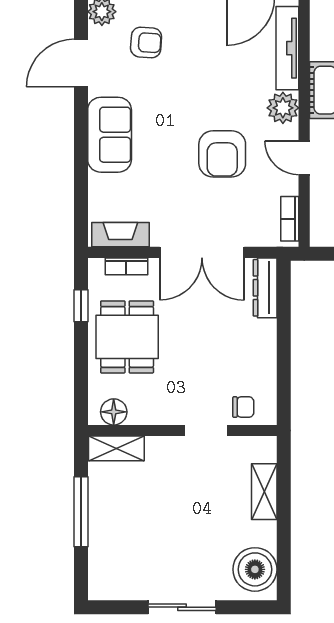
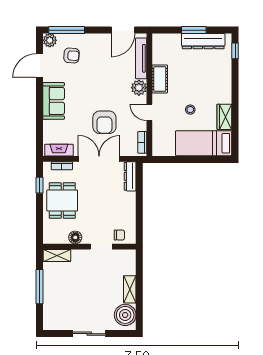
armchair: (222, 154) -> (104, 122), moved
double door: (202, 252) -> (99, 159), swing flipped
floor lamp: (114, 412) -> (75, 237), moved
shelving: (264, 492) -> (130, 289), moved

